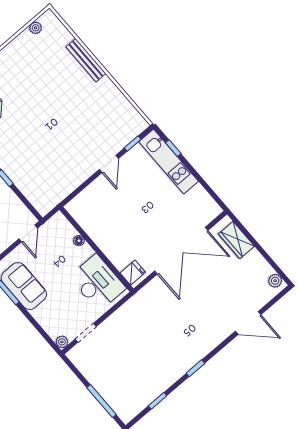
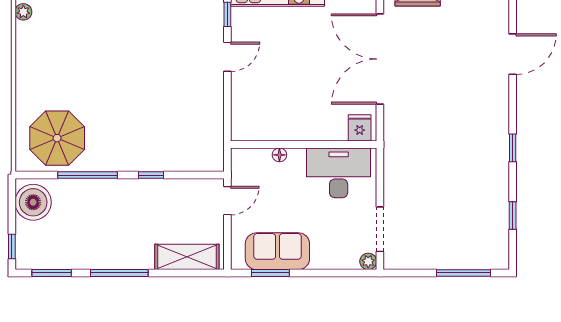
door: (109, 164) -> (227, 57), hinge flipped
door: (28, 233) -> (227, 201), hinge flipped
double door: (181, 251) -> (380, 59), swing flipped
doorway: (86, 333) -> (380, 229), width x1.38

